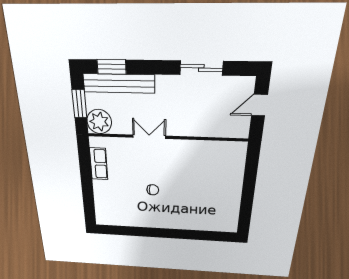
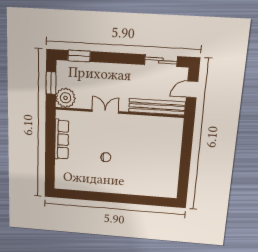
sliding door: (201, 68) -> (161, 61), moved
bench: (119, 83) -> (157, 107), moved
row of seats: (99, 164) -> (62, 140), width x1.48

